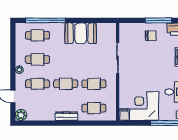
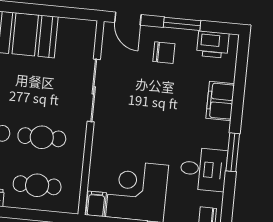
door: (131, 20) -> (128, 19), added
window: (158, 20) -> (182, 24), width x0.69

